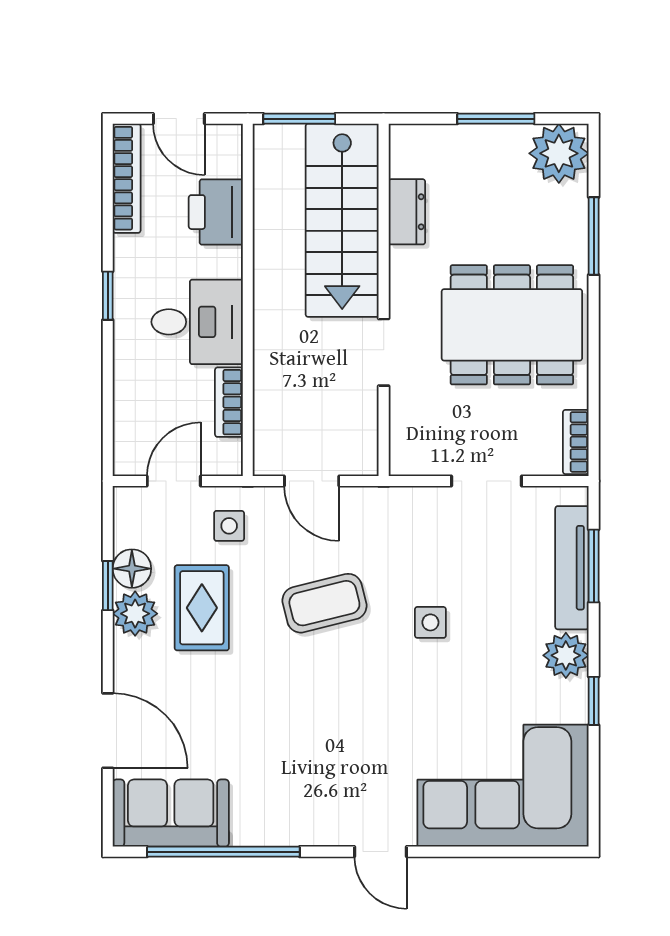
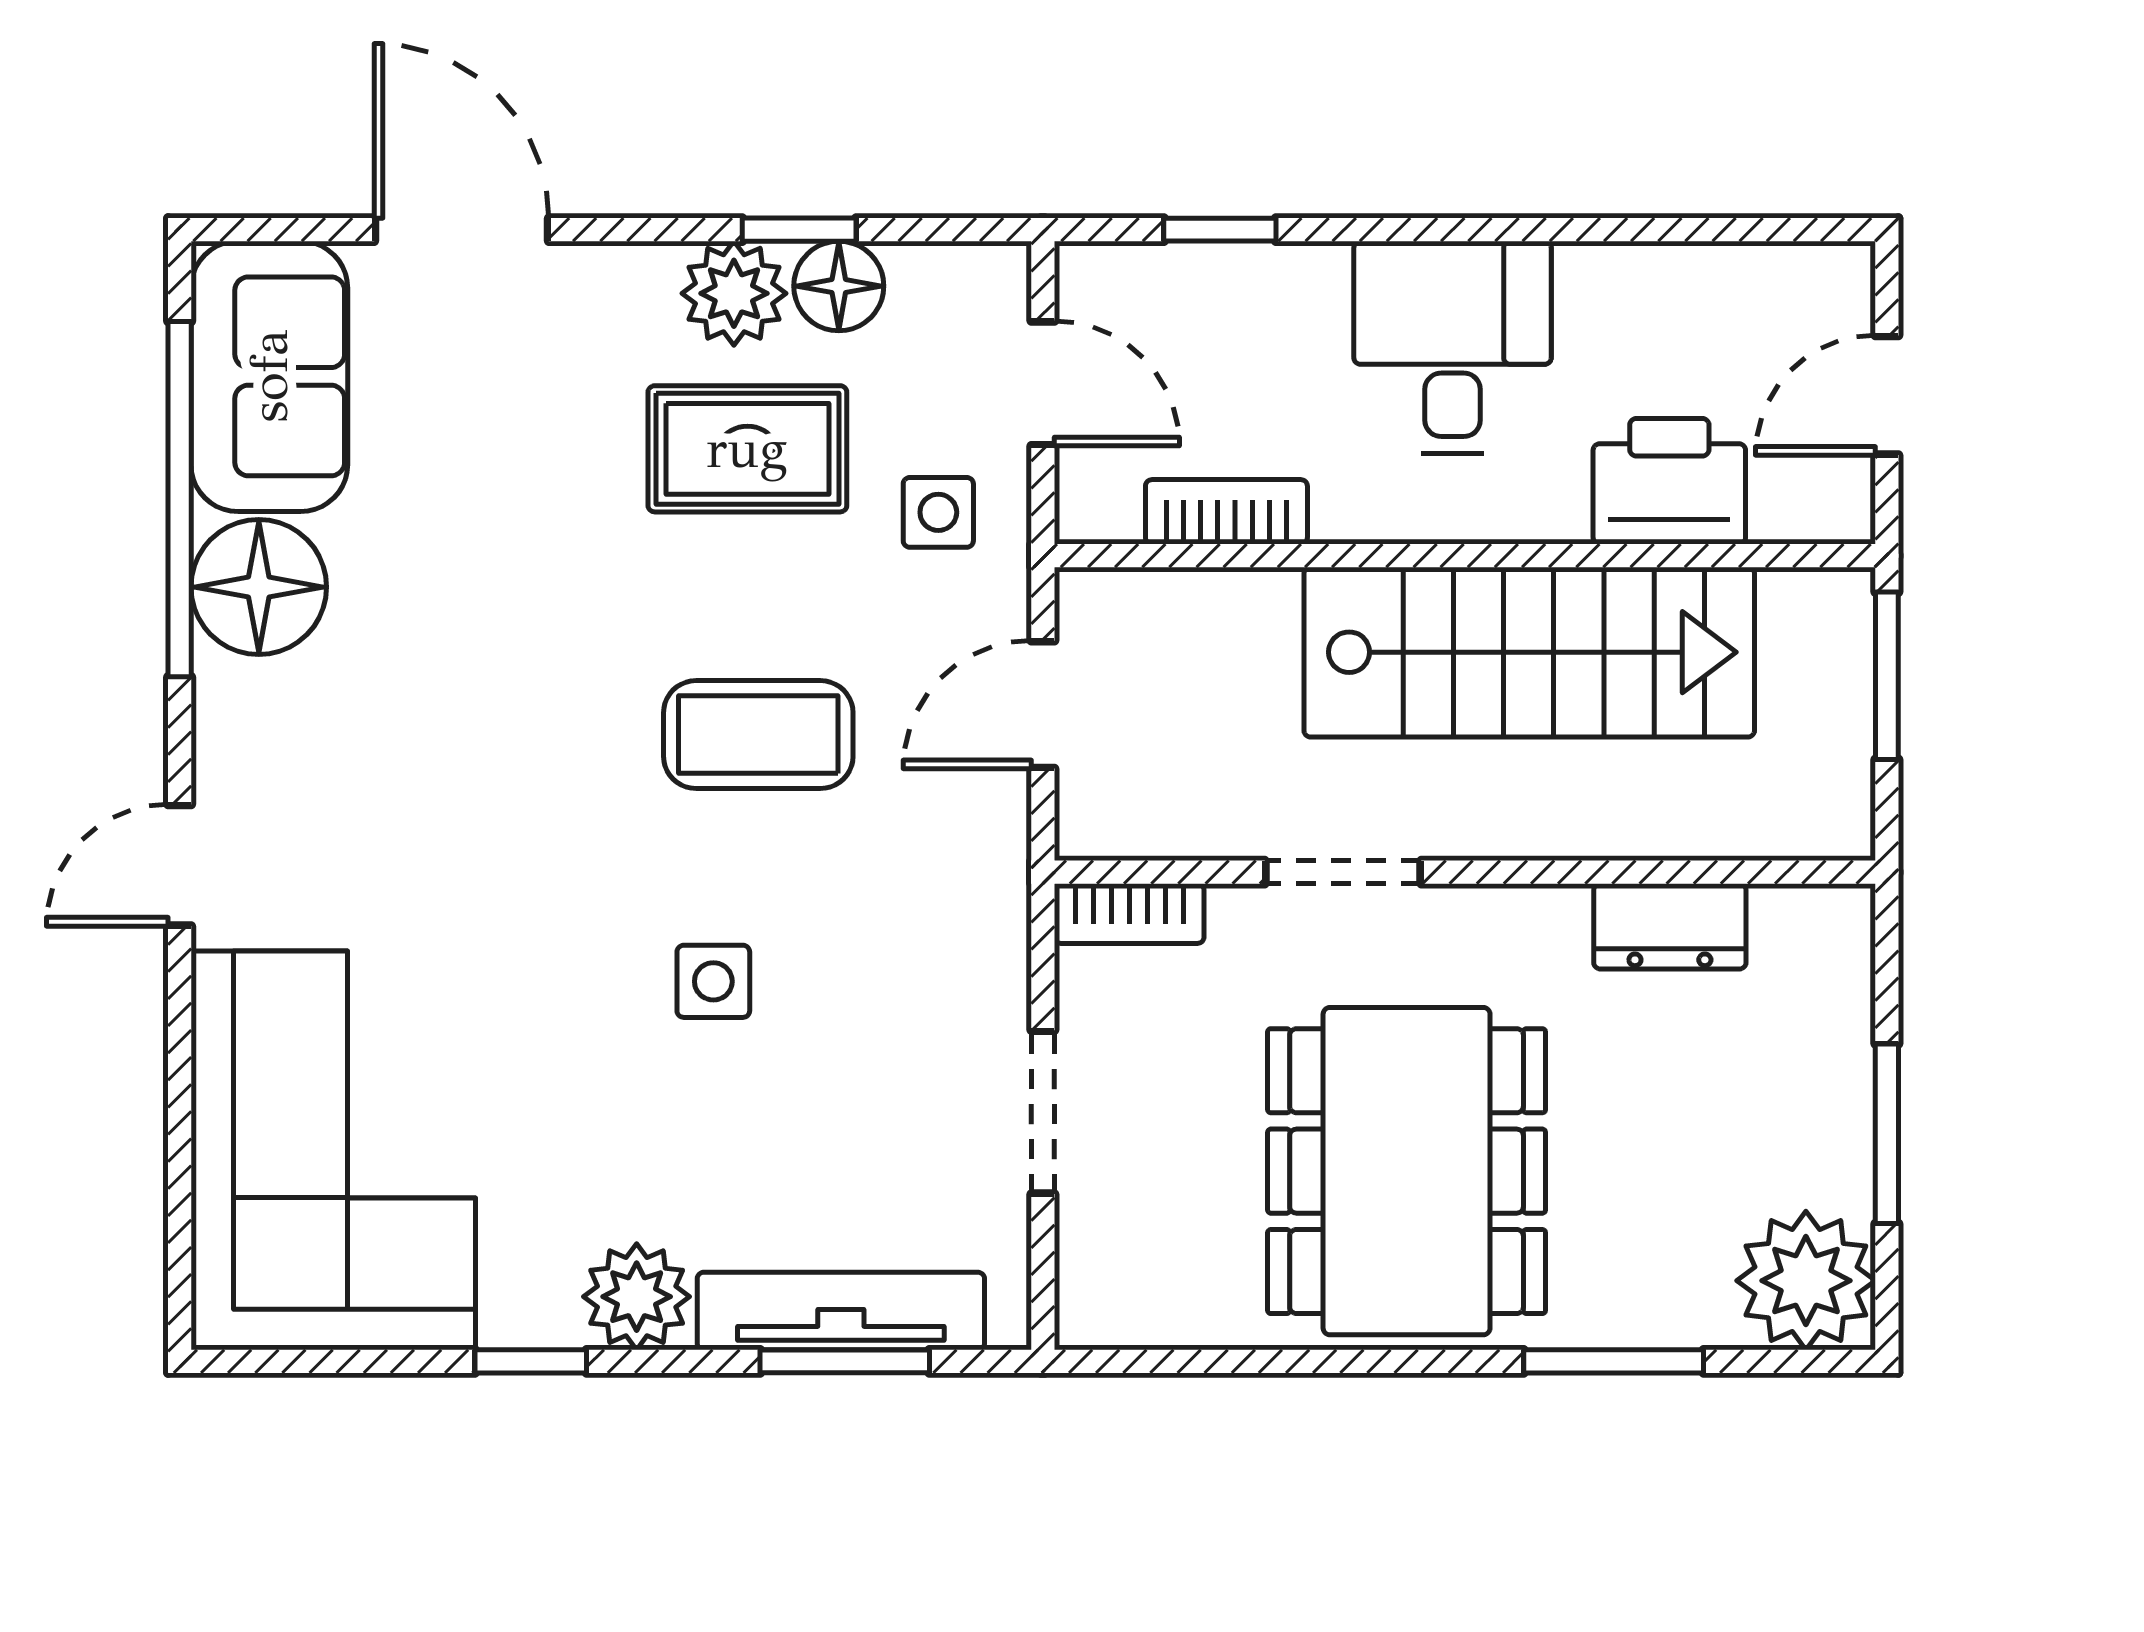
bookcase: (127, 178) -> (1748, 274), removed
stairs: (342, 220) -> (1529, 652), moved, turned 180
window: (108, 296) -> (1220, 230), moved
desk: (197, 322) -> (1453, 347), moved, turned 180
bookcase: (576, 442) -> (1129, 914), moved, turned 180
coffee table: (324, 603) -> (758, 735), turned -76
door: (108, 731) -> (461, 230), swing flipped
floor lamp: (261, 818) -> (259, 587), added

